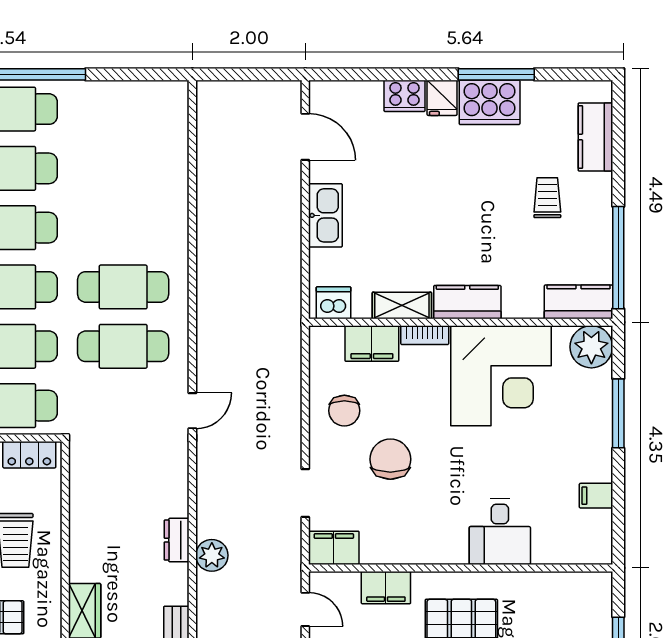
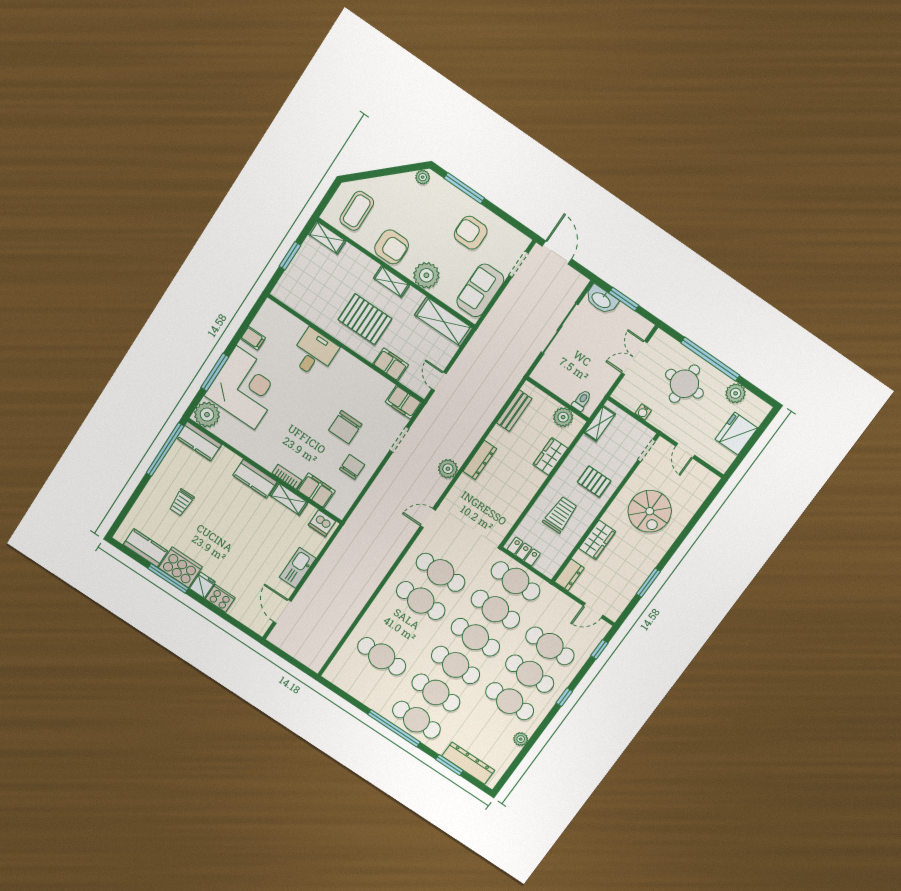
kitchen counter: (595, 137) -> (146, 548), moved, turned -90
cafe table: (123, 168) -> (382, 656), added
corner desk: (501, 376) -> (245, 388), moved, turned 90
dresser: (177, 540) -> (480, 460), width x1.44
plant: (212, 555) -> (448, 469), moved

